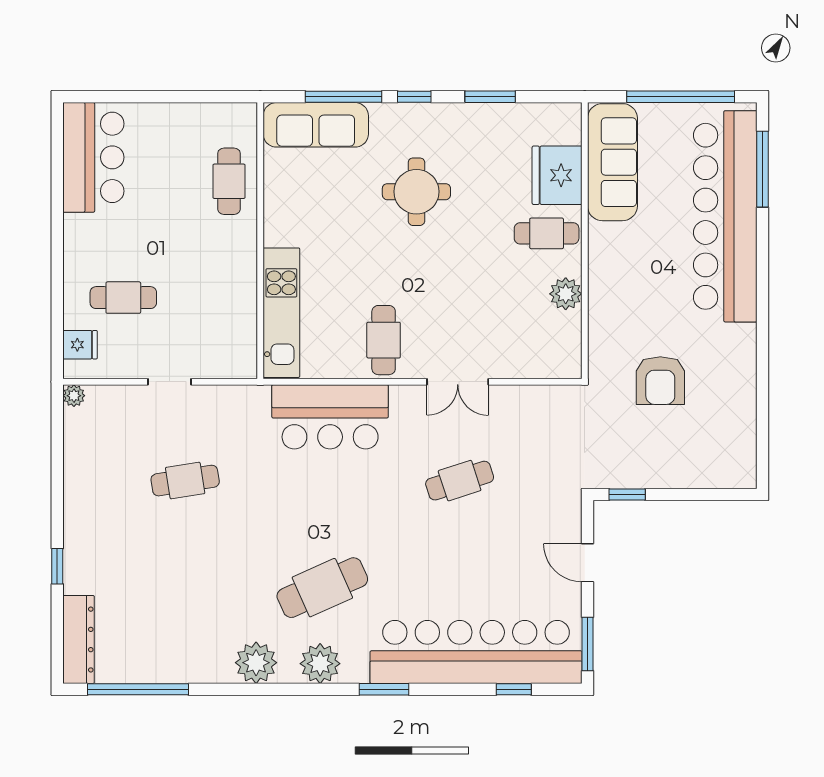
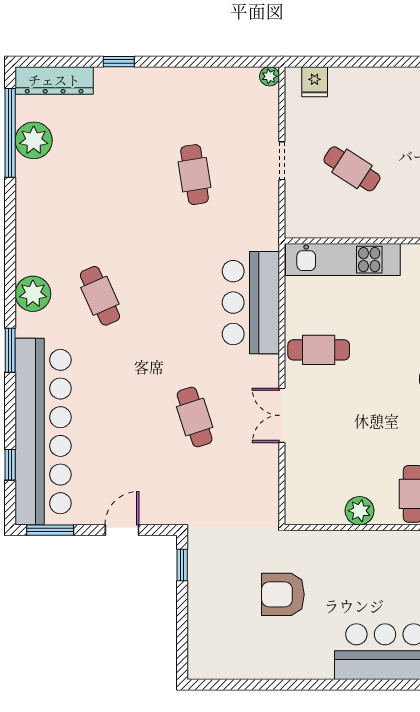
cafe table: (123, 298) -> (352, 169), moved, turned -57
cafe table: (322, 588) -> (100, 296), width x0.73, depth x0.74
plant: (256, 663) -> (34, 140), moved

